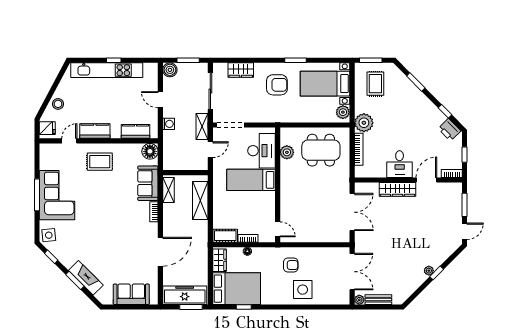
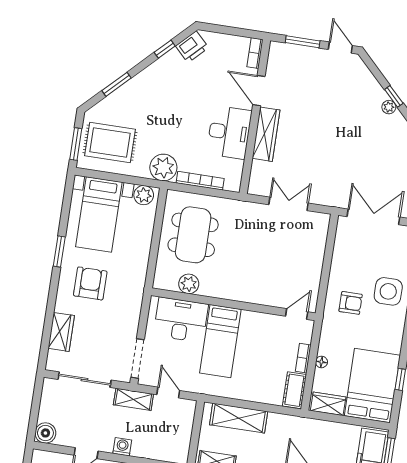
window: (188, 60) -> (36, 405), removed
rug: (375, 84) -> (110, 142), width x1.36, depth x1.43
window: (464, 155) -> (231, 31), removed
desk: (400, 164) -> (229, 132), width x1.37
double door: (352, 212) -> (288, 204), width x0.73
armchair: (291, 265) -> (351, 303), turned 90

